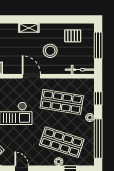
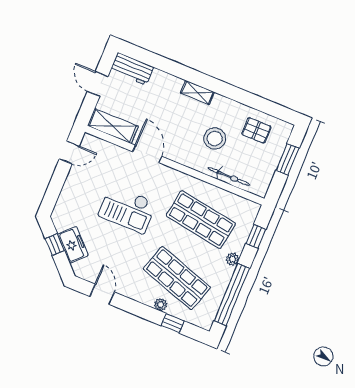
window: (98, 45) -> (288, 159), width x0.69
bicycle: (80, 70) -> (229, 177), moved
door: (31, 76) -> (147, 154), moved

